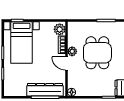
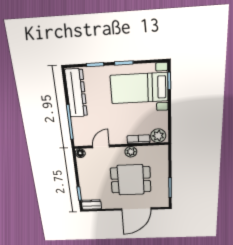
door: (66, 63) -> (101, 146), moved
dresser: (45, 90) -> (76, 93), moved

